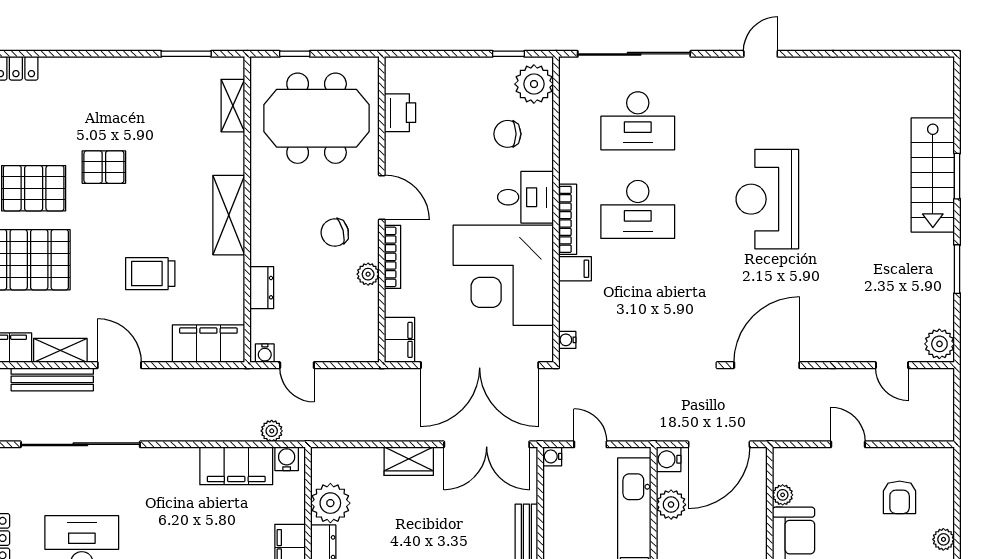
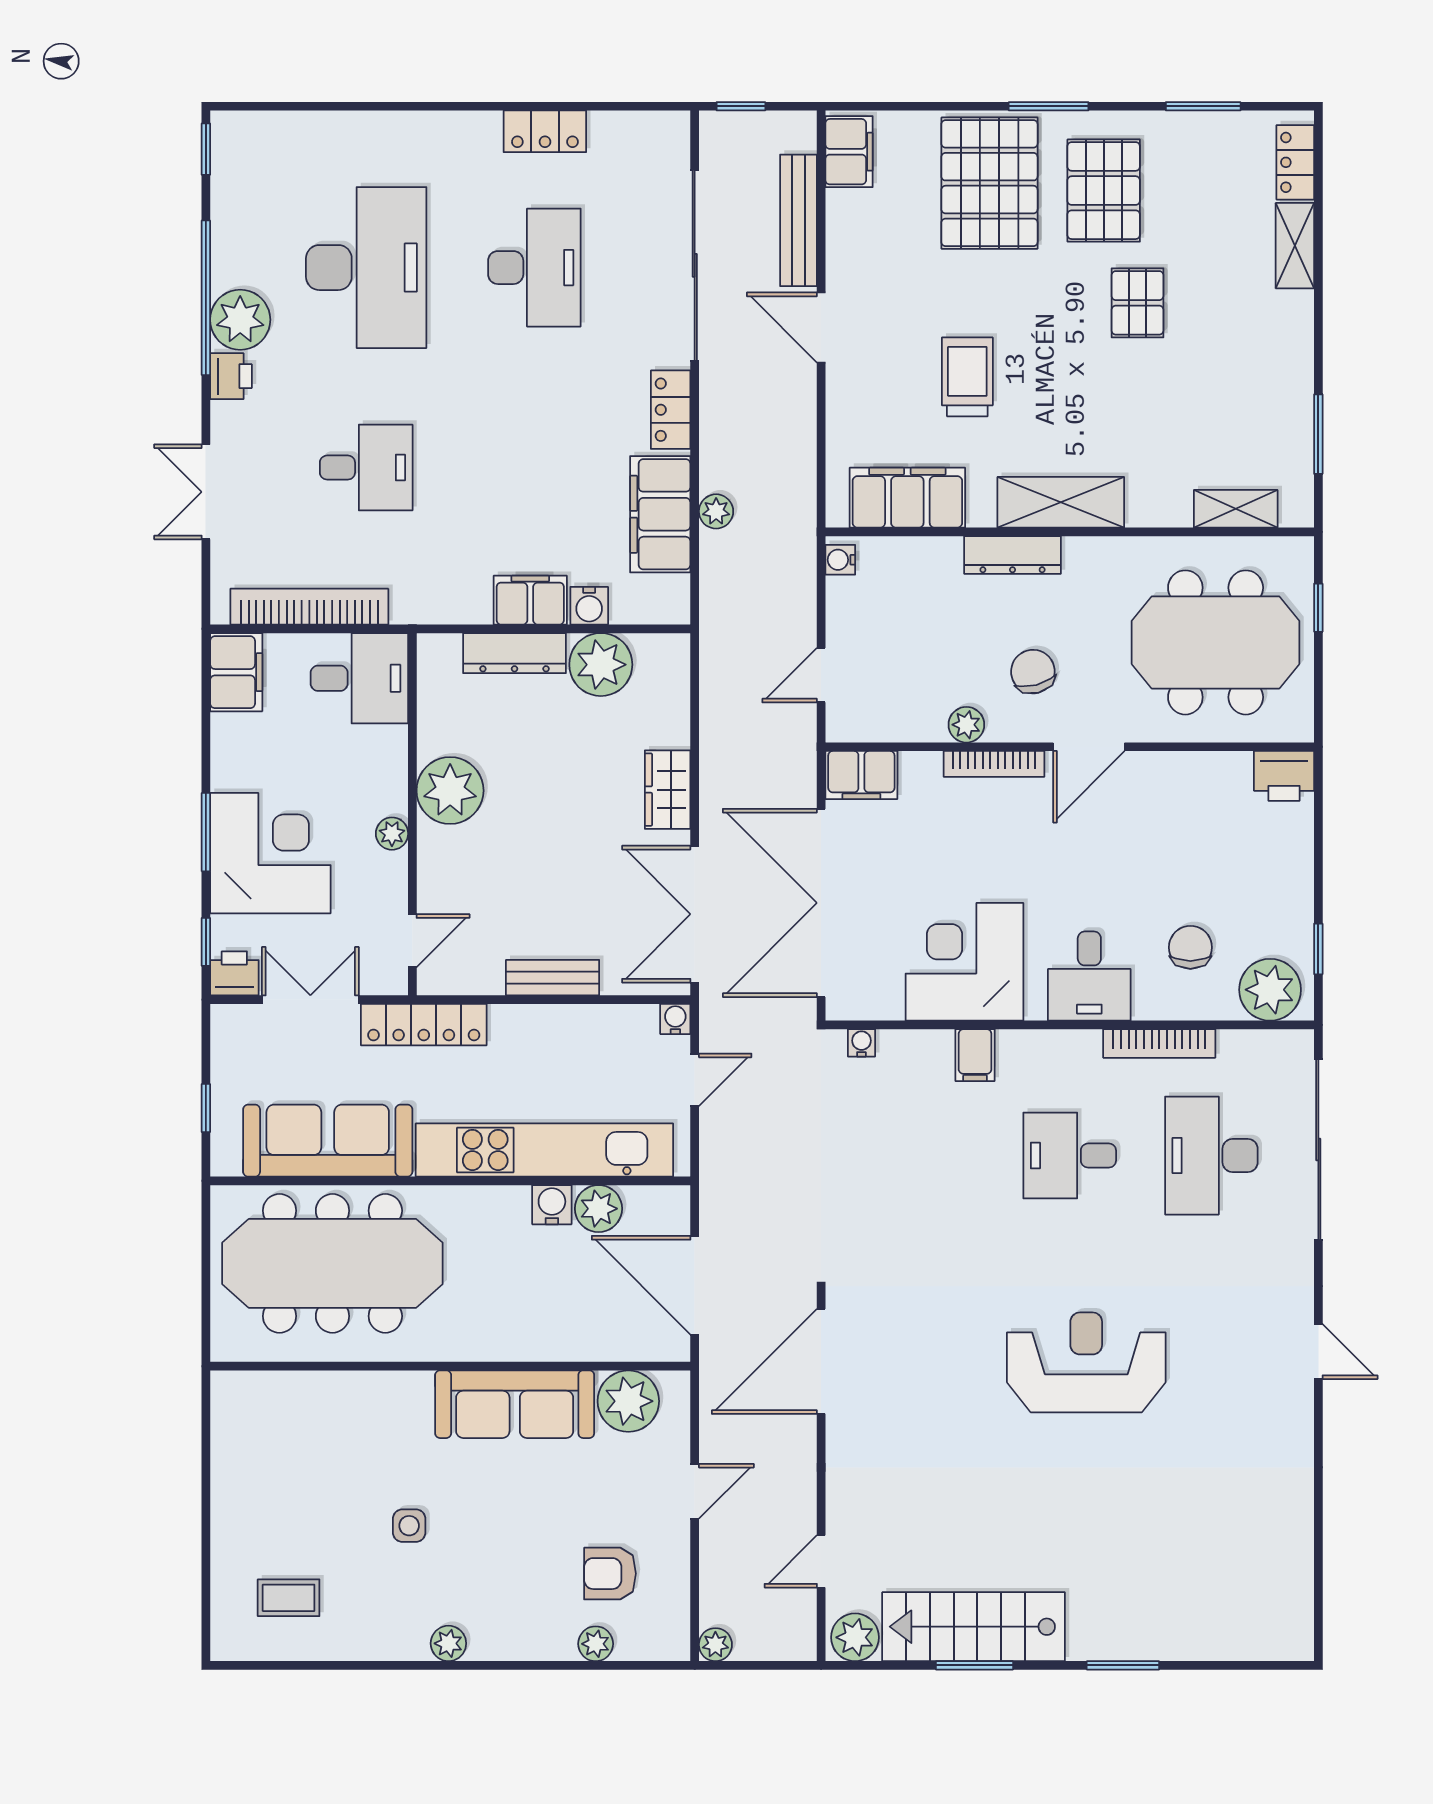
printer: (400, 113) -> (1284, 776), moved
meeting table: (317, 118) -> (1216, 642), turned 90
stairs: (933, 175) -> (974, 1627), moved
desk: (638, 209) -> (1070, 1156), width x0.73
bookcase: (568, 219) -> (1159, 1043), moved
corner desk: (503, 275) -> (965, 962), width x0.74, depth x0.74
dresser: (262, 288) -> (1012, 555), moved, width x1.44
filing cabinet: (208, 344) -> (907, 498), moved, turned -90
shelving: (60, 350) -> (1295, 246), moved
door: (119, 365) -> (821, 328), swing flipped
door: (297, 365) -> (821, 675), moved
door: (767, 365) -> (821, 1361), swing flipped
plant: (272, 431) -> (716, 511), moved
plant: (944, 431) -> (715, 1645), added
locker: (171, 459) -> (671, 410), added
water cooler: (287, 459) -> (589, 606), moved, turned 90
water cooler: (669, 459) -> (552, 1205), moved
plant: (783, 495) -> (628, 1401), width x1.88, depth x1.88
plant: (943, 539) -> (596, 1644), moved

